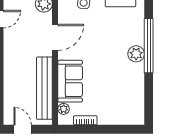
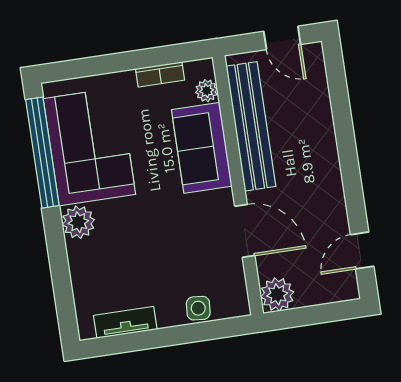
door: (55, 37) -> (245, 231), swing flipped
window: (149, 46) -> (42, 153), moved
corner sofa: (125, 90) -> (89, 147), added

